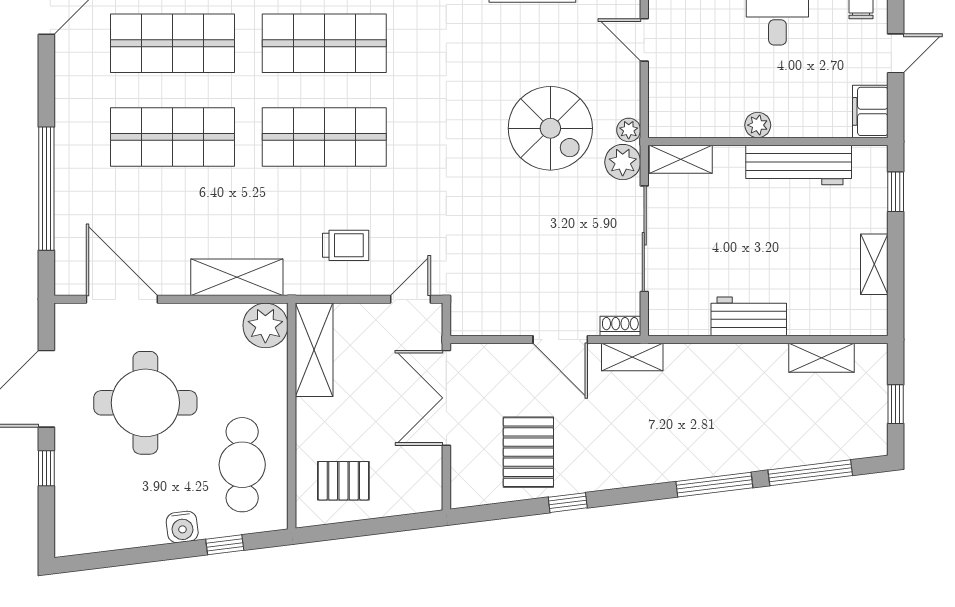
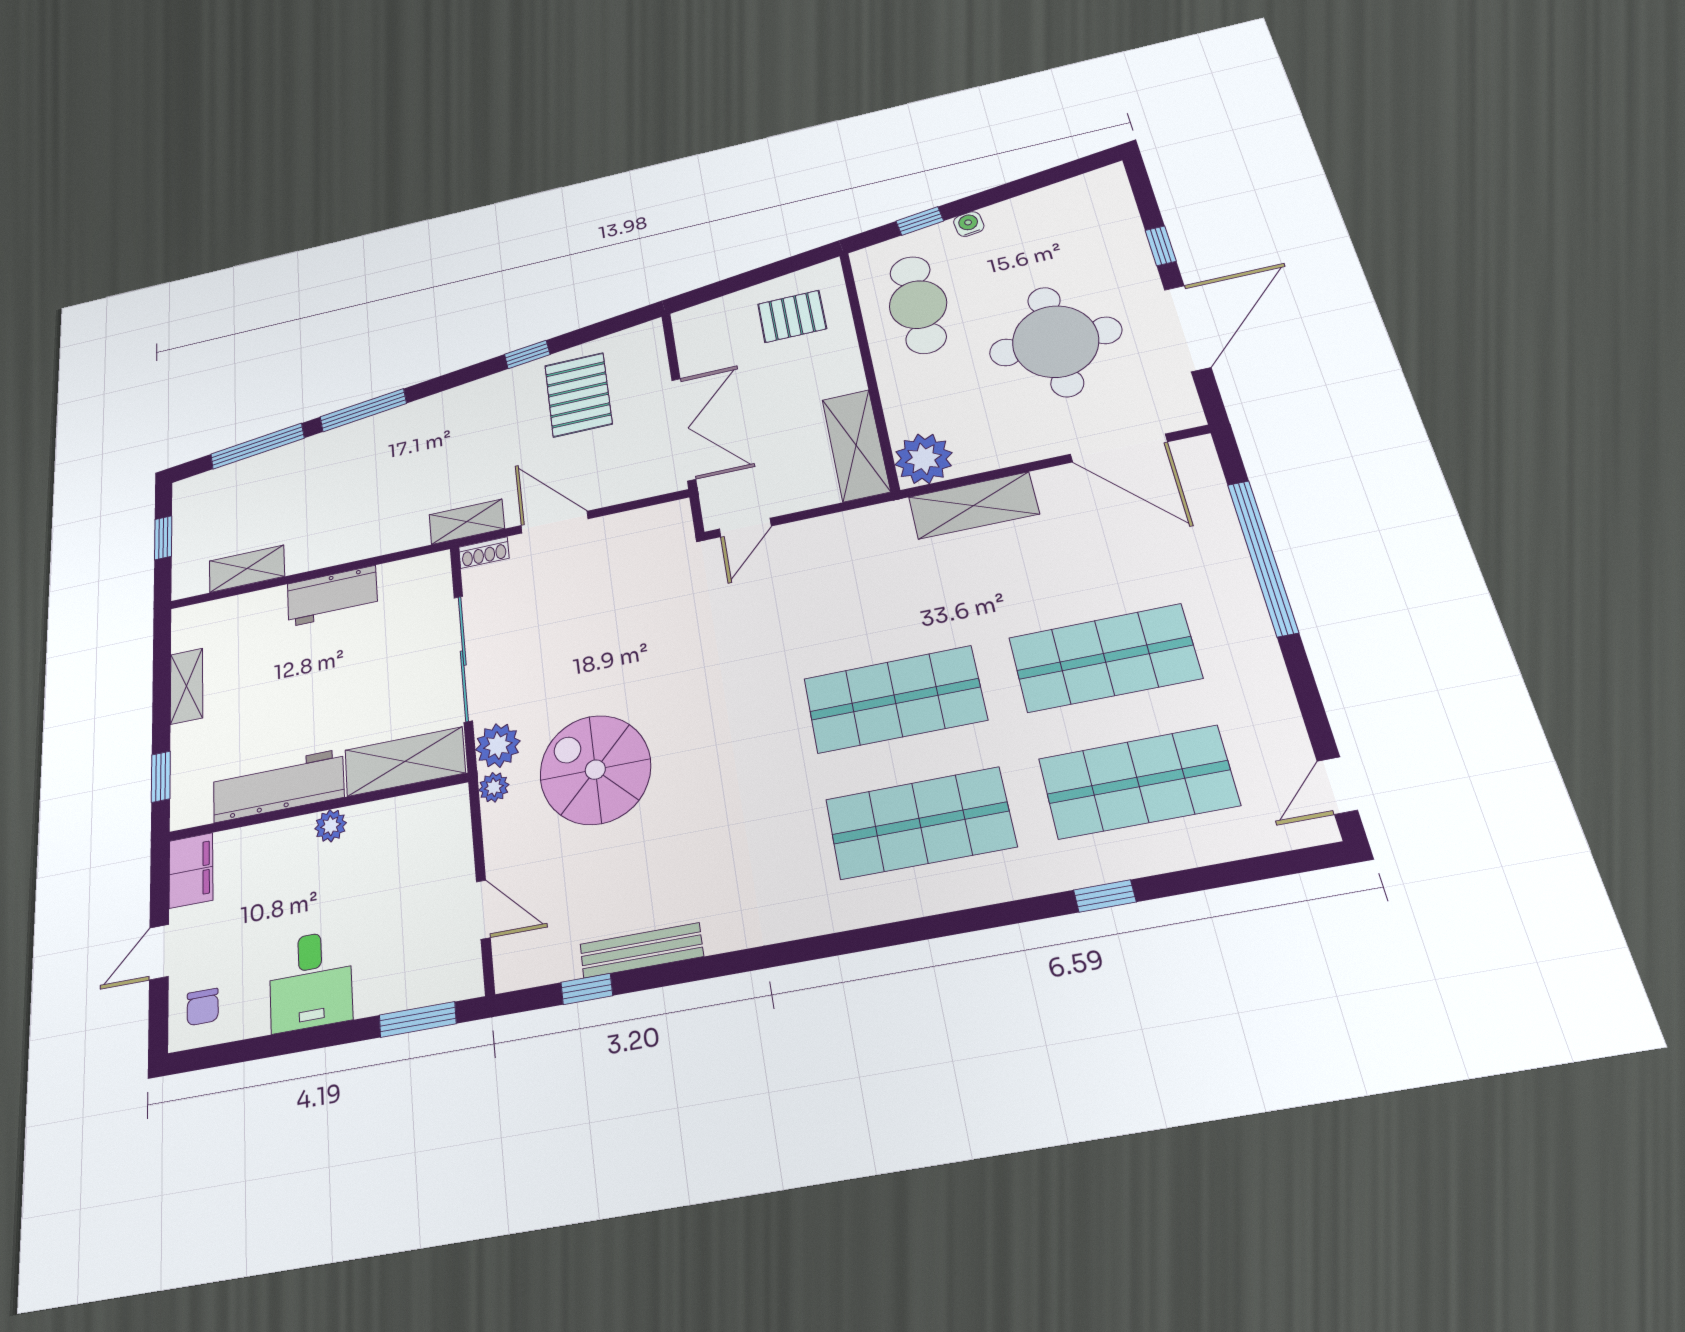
shelving: (681, 159) -> (405, 762), width x1.50, depth x1.33
trolley: (346, 245) -> (840, 572), removed
water cooler: (182, 527) -> (969, 224), width x0.72, depth x0.72

